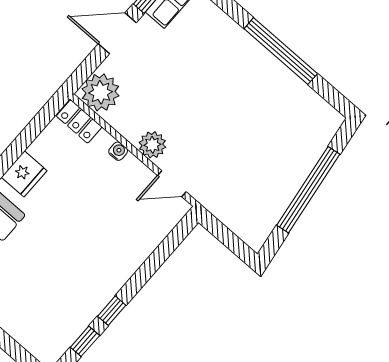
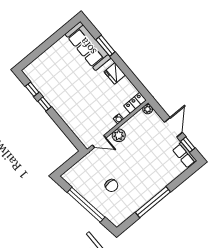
plant: (100, 92) -> (148, 109), width x0.53, depth x0.53
chair: (260, 143) -> (112, 185), added
door: (172, 184) -> (99, 141), swing flipped

